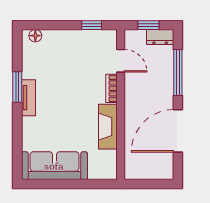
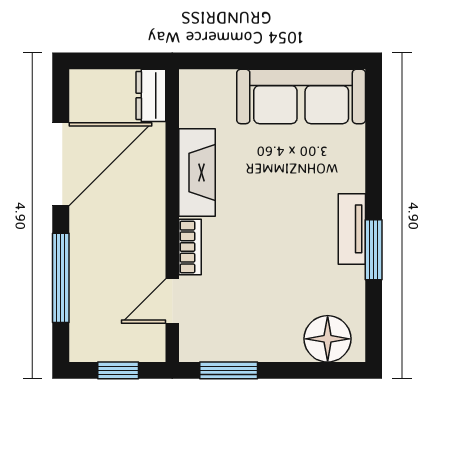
window: (92, 25) -> (229, 370), width x1.50
floor lamp: (35, 36) -> (328, 339), width x1.89, depth x1.89
dresser: (160, 37) -> (151, 95), moved, turned -90
door: (121, 61) -> (172, 301), hinge flipped

